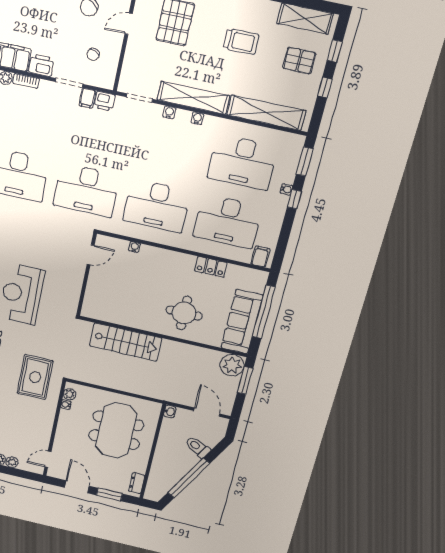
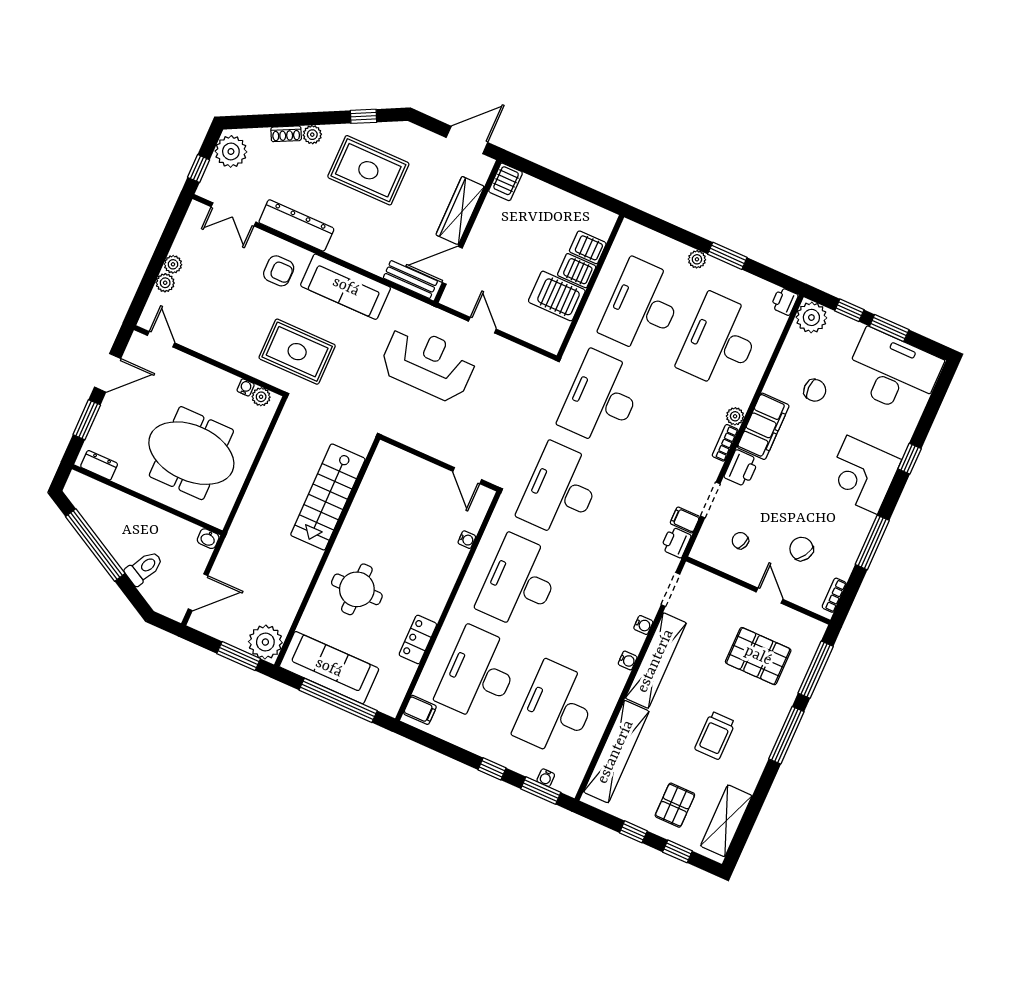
water cooler: (286, 189) -> (546, 778), moved

